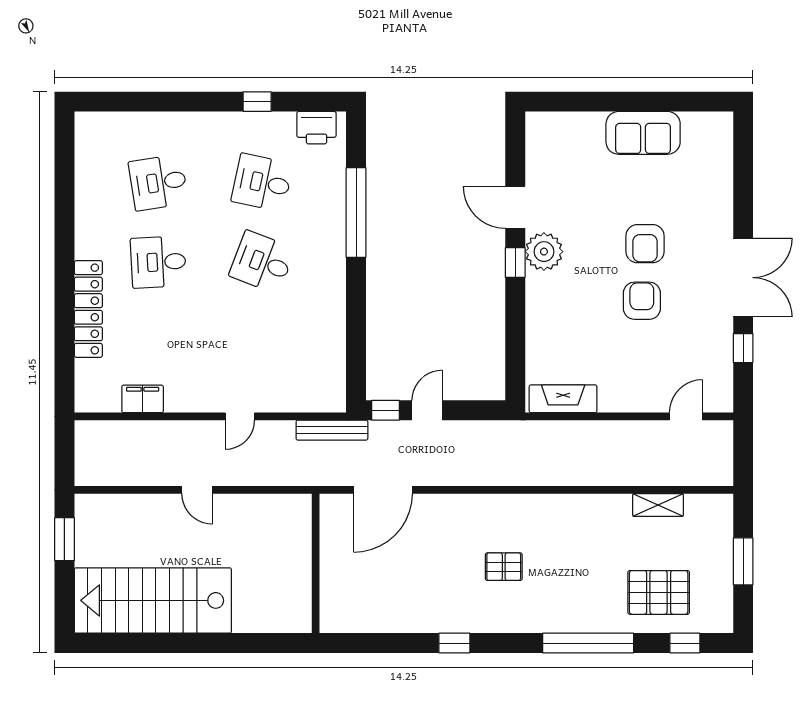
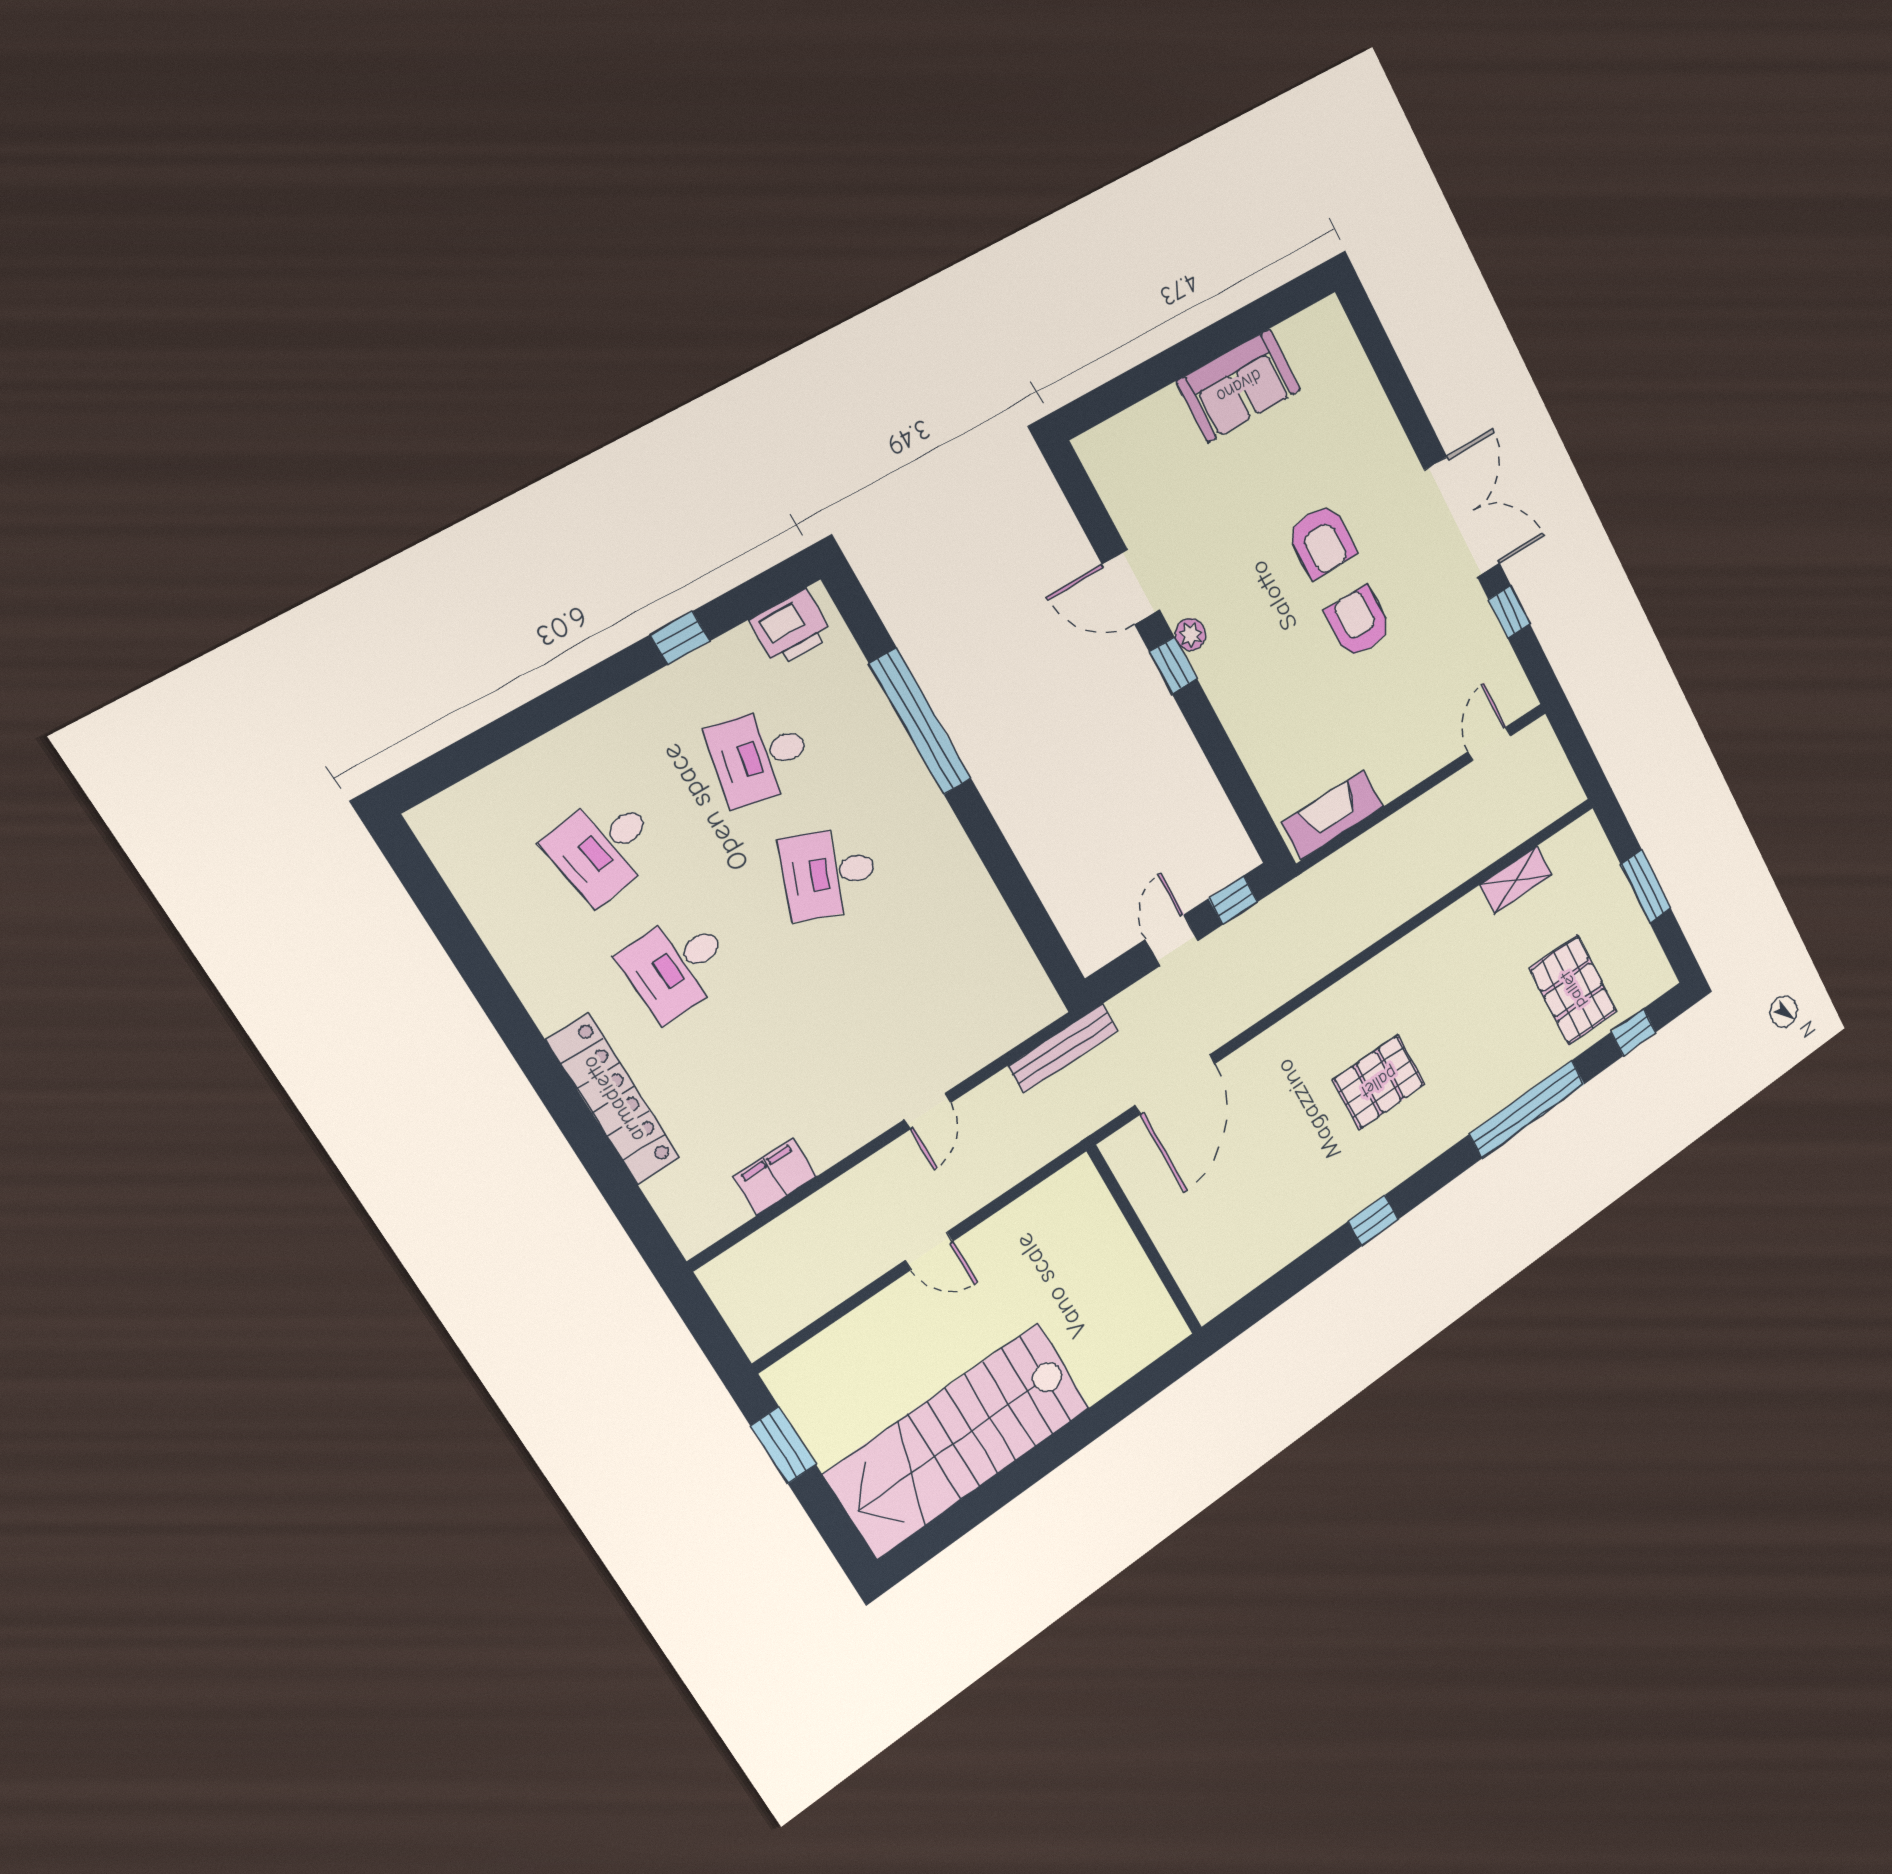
plant: (544, 252) -> (1190, 635), width x0.53, depth x0.53
window: (385, 410) -> (1233, 900), moved
pallet: (504, 567) -> (1379, 1082), width x1.50, depth x1.42
pallet: (659, 592) -> (1573, 990), turned 90

